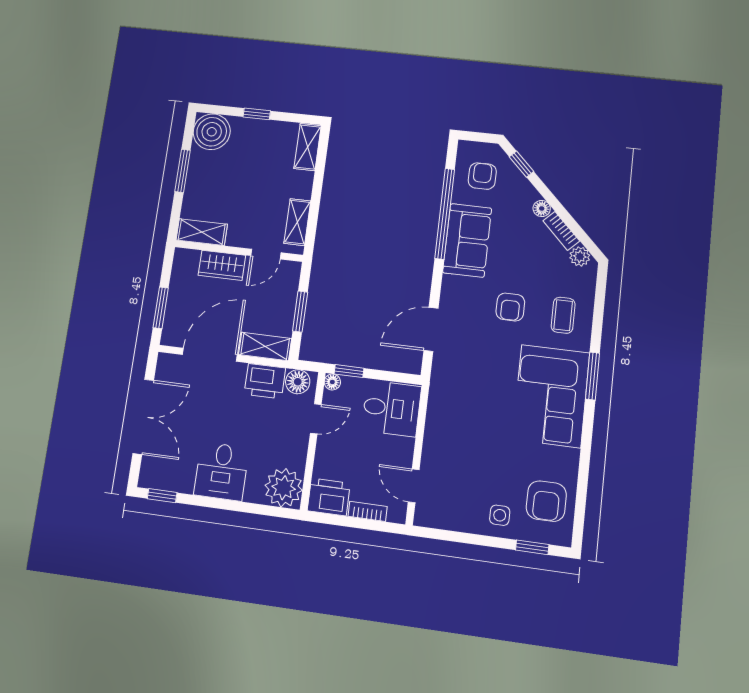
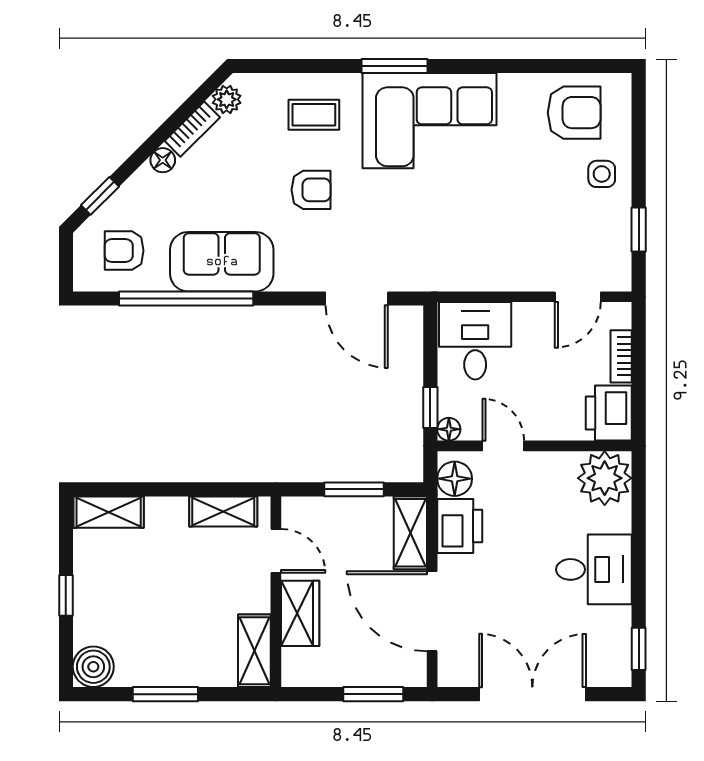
boiler: (212, 132) -> (93, 667), width x0.73, depth x0.73
window: (532, 547) -> (639, 230), moved

